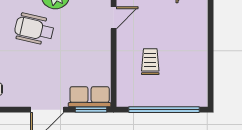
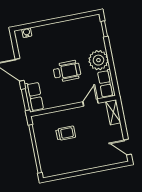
door: (114, 18) -> (91, 103), swing flipped
wheelchair: (34, 29) -> (67, 71), moved, turned 77

